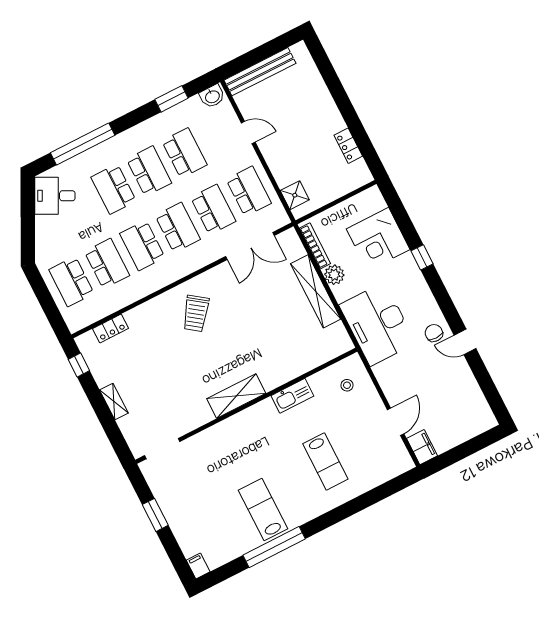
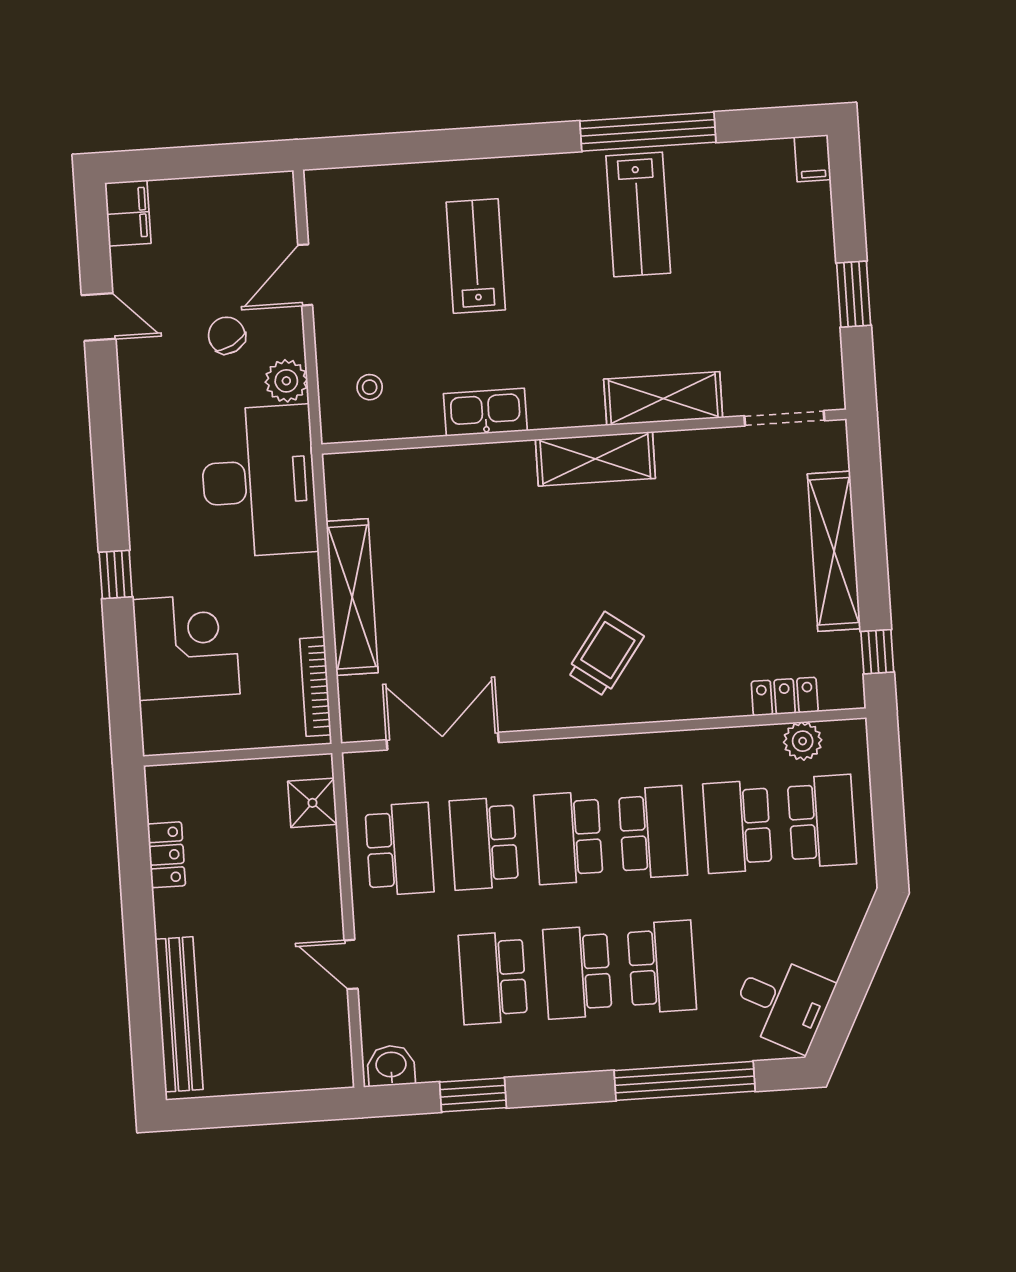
bench: (260, 72) -> (179, 1014), moved, turned 90
school desk: (249, 191) -> (399, 849), turned 180
plant: (334, 275) -> (286, 381), moved
plant: (95, 313) -> (803, 741), added
chair: (434, 333) -> (227, 335), moved, turned 152
door: (465, 342) -> (99, 317), moved
shelving: (114, 401) -> (834, 551), width x2.20, depth x1.33
shelving: (218, 435) -> (663, 399), added
filing cabinet: (422, 447) -> (128, 213), moved, turned 180

